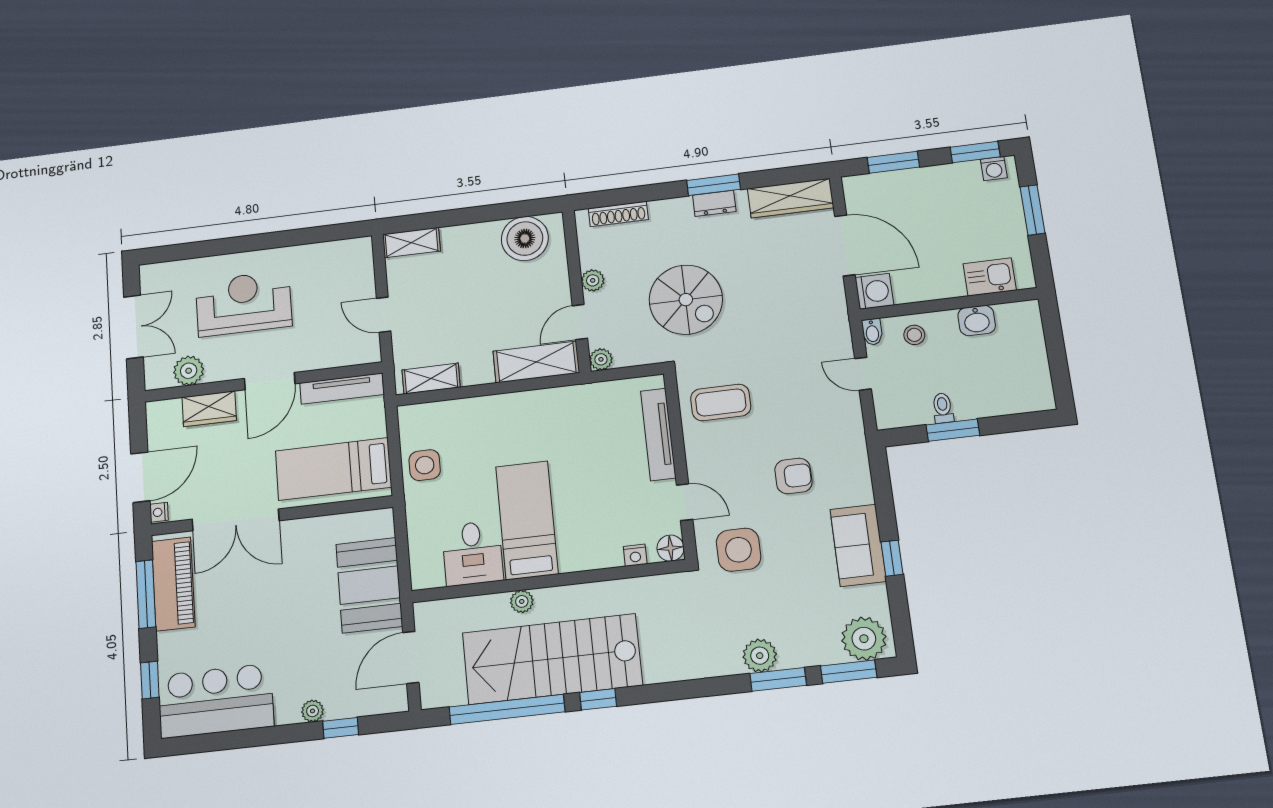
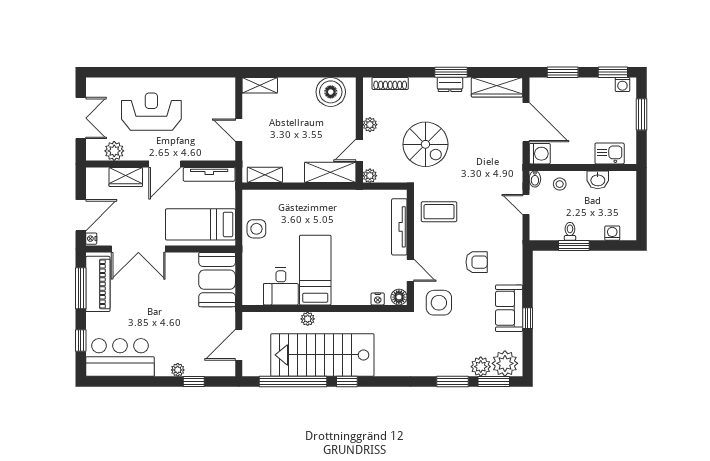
washing machine: (1014, 402) -> (612, 233), added
booth: (369, 585) -> (217, 280), moved
plant: (760, 656) -> (481, 367), moved

